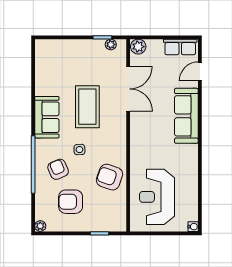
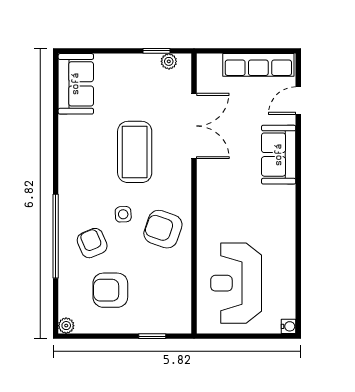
plant: (138, 47) -> (209, 64), removed
row of seats: (180, 47) -> (258, 65), width x1.48
sofa: (186, 116) -> (279, 155), width x0.73
sofa: (47, 117) -> (76, 84), moved
armchair: (109, 177) -> (163, 229), moved

